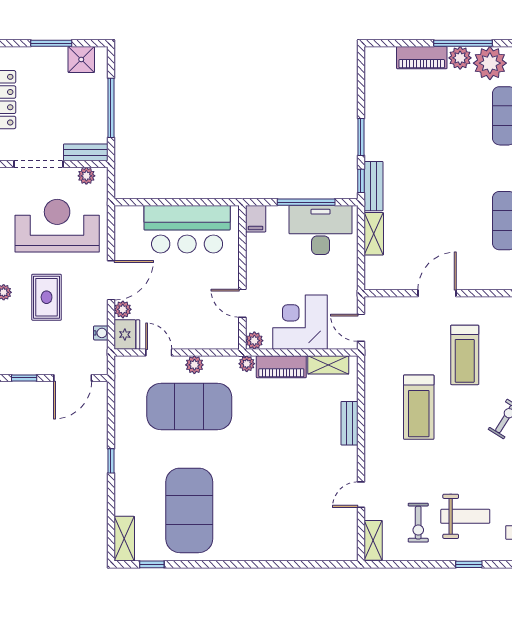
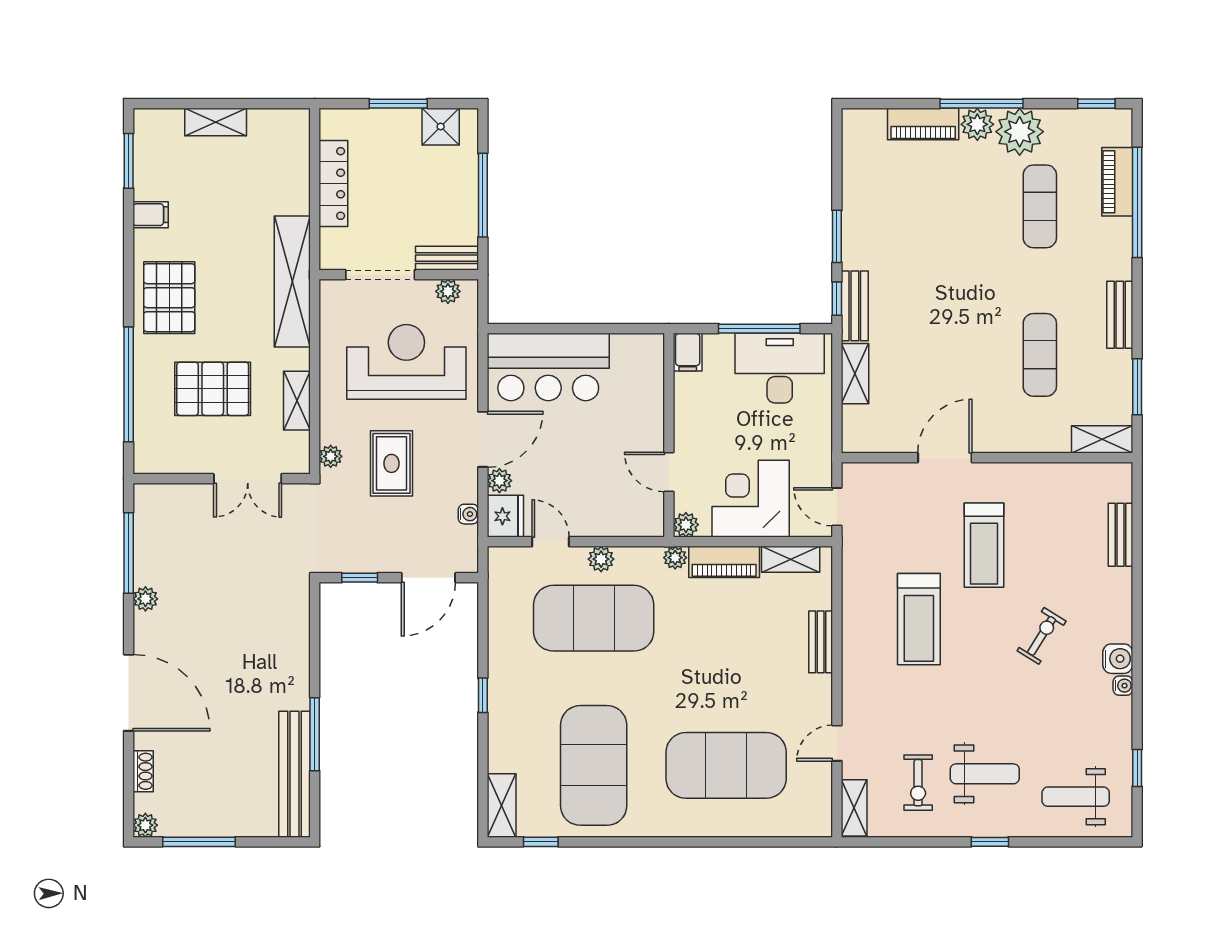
bar counter: (187, 229) -> (548, 367), moved
exercise mat: (283, 510) -> (726, 765), added

